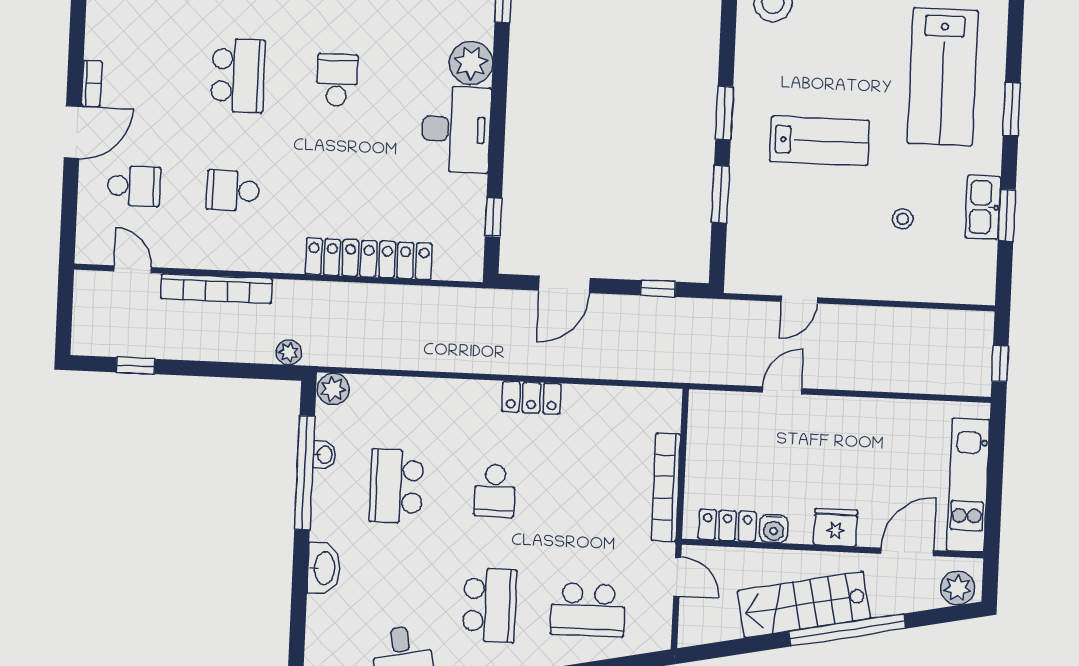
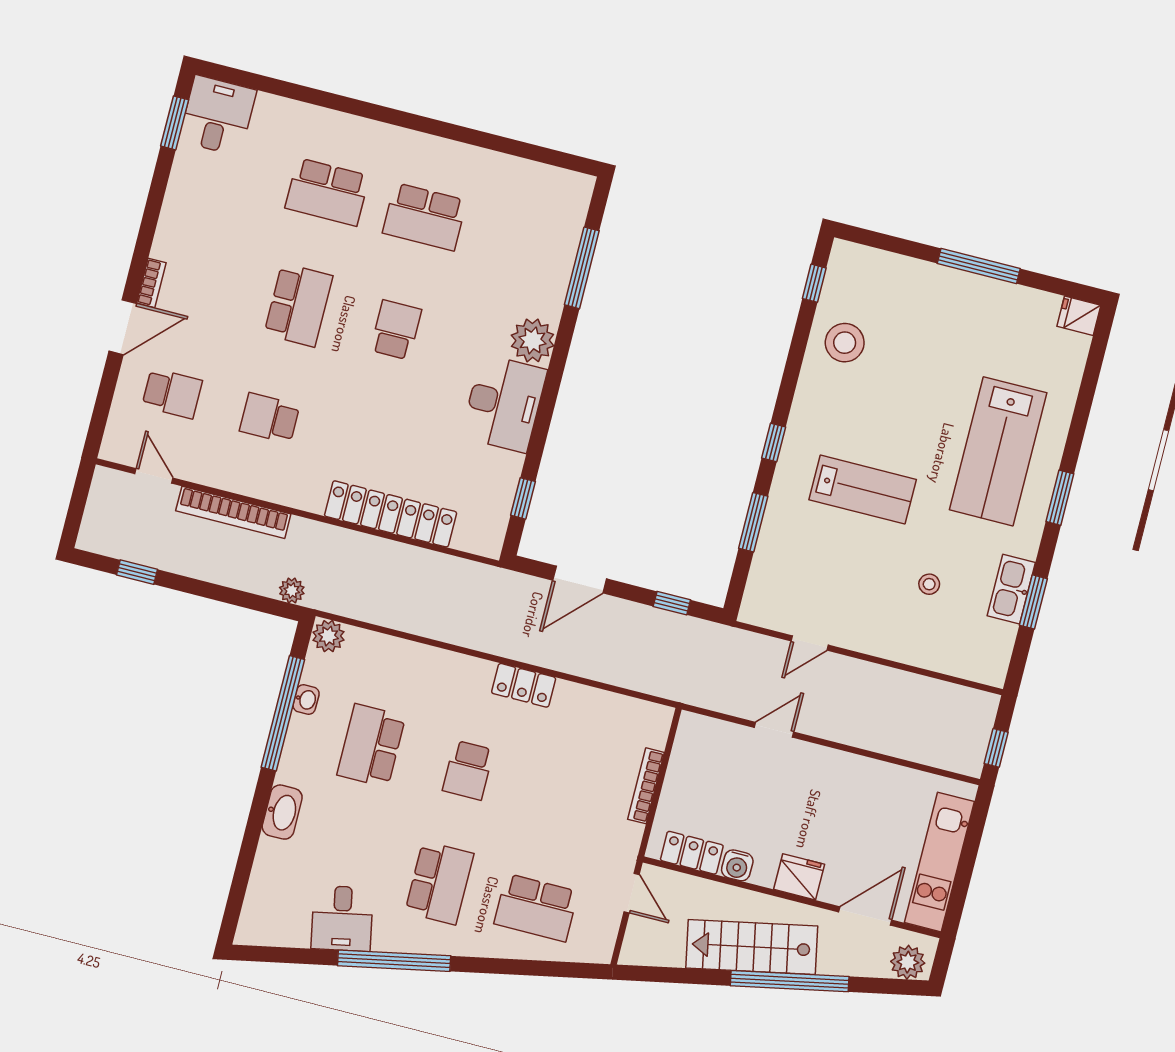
window: (724, 113) -> (774, 442), width x0.67
bookcase: (666, 487) -> (646, 786), width x0.68, depth x0.76

